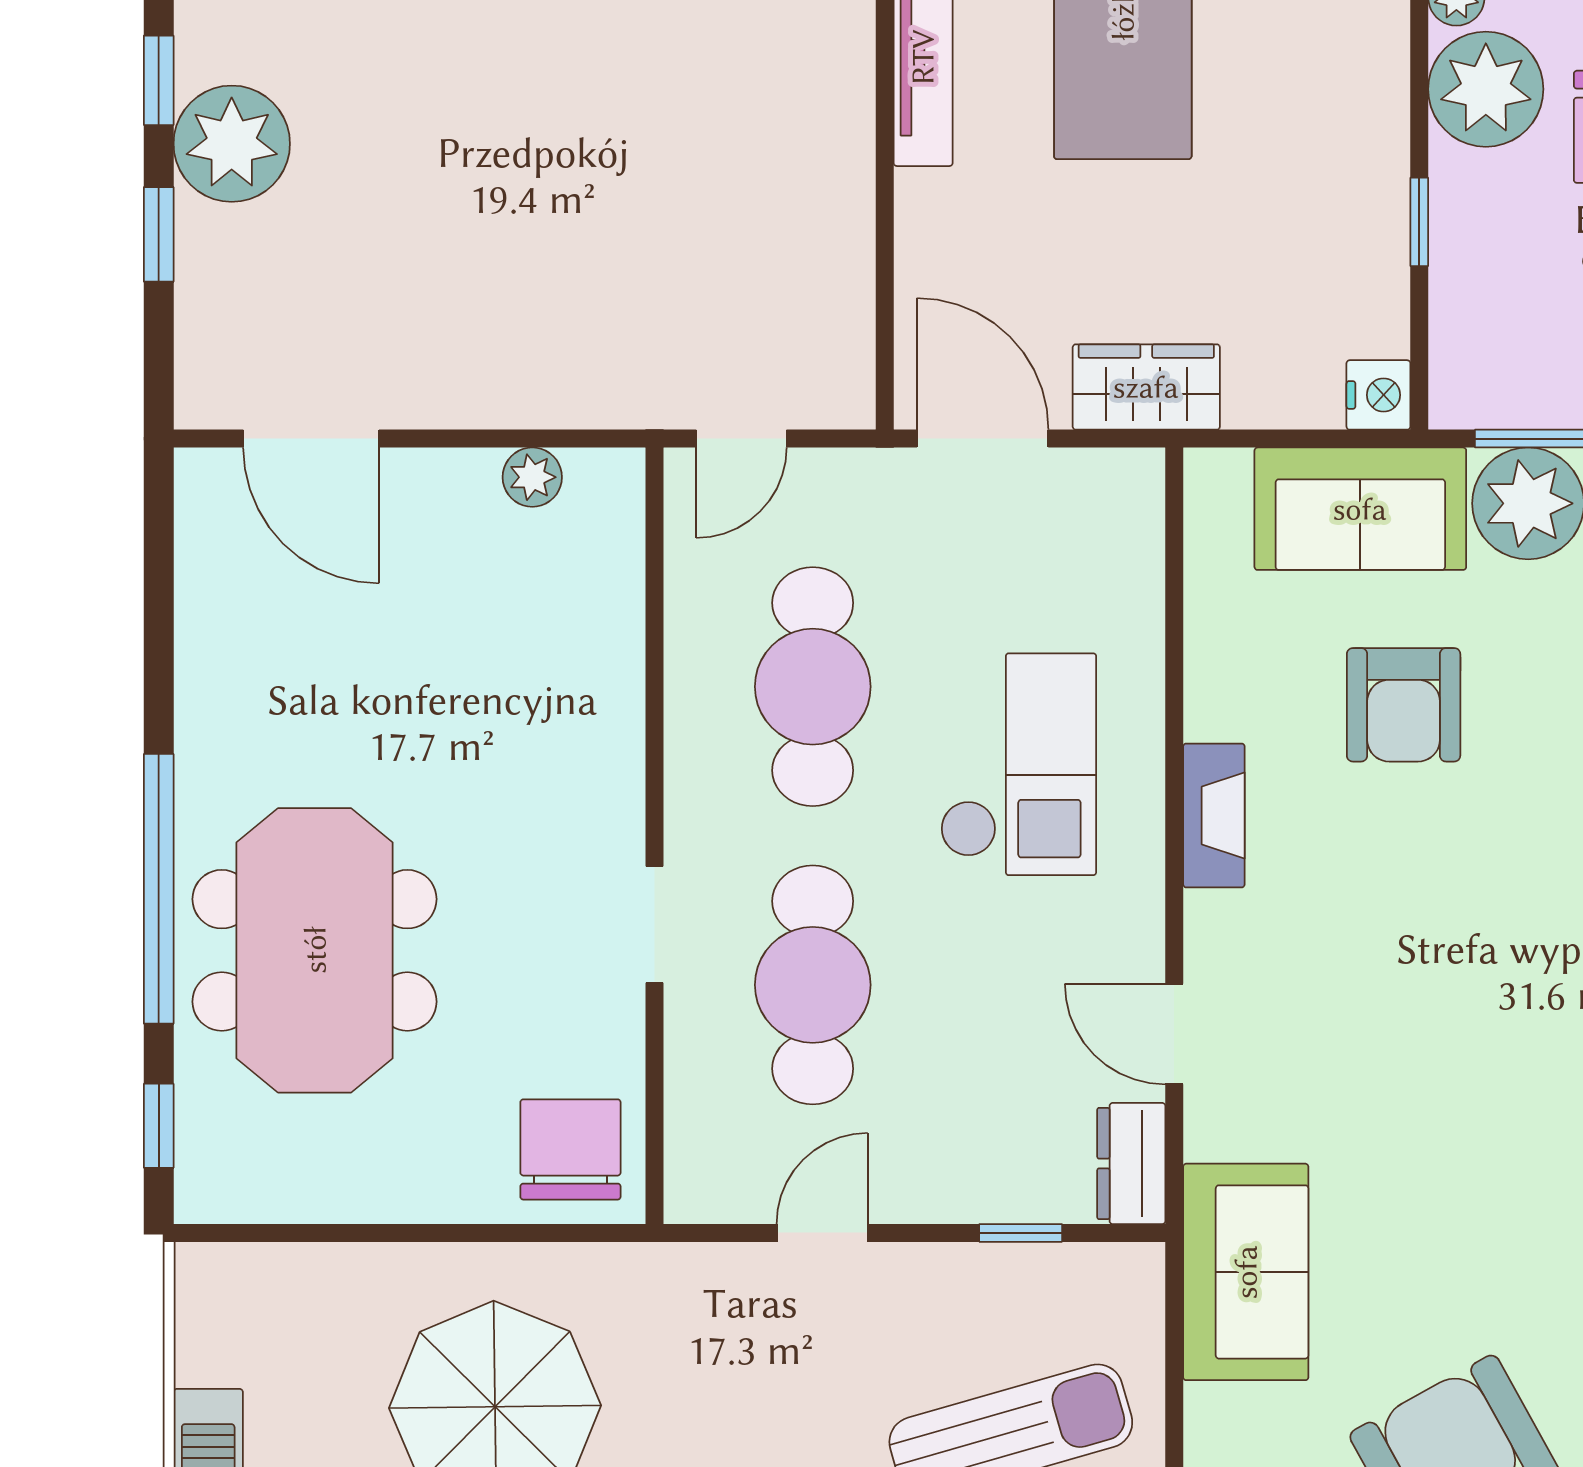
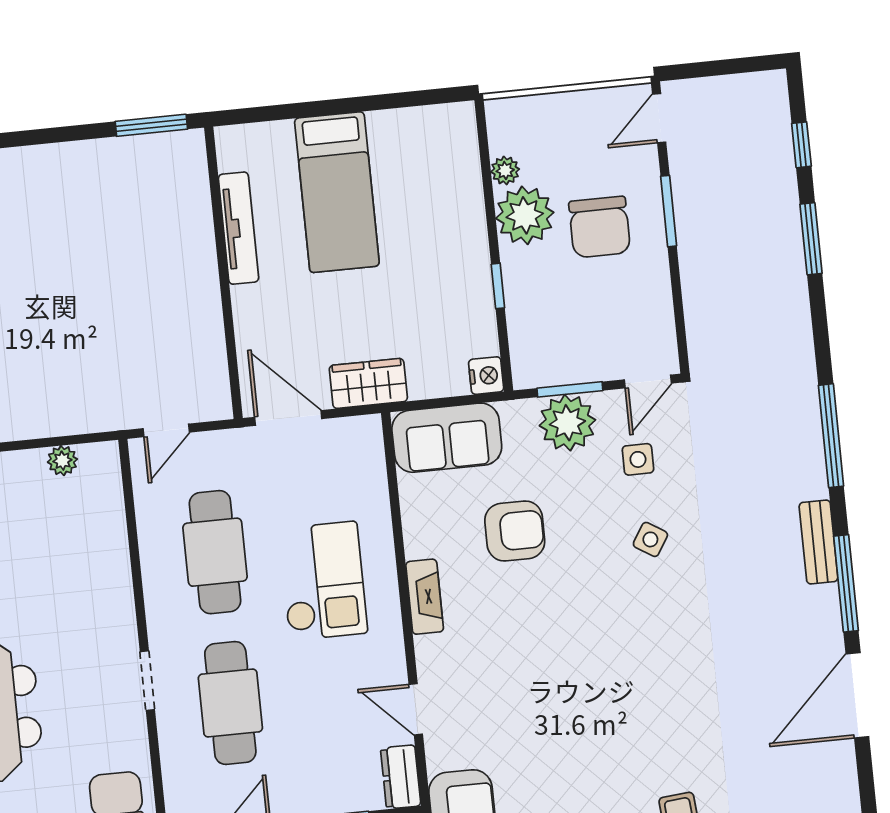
sofa: (1360, 509) -> (447, 438), moved
armchair: (1404, 705) -> (515, 531), turned -90

